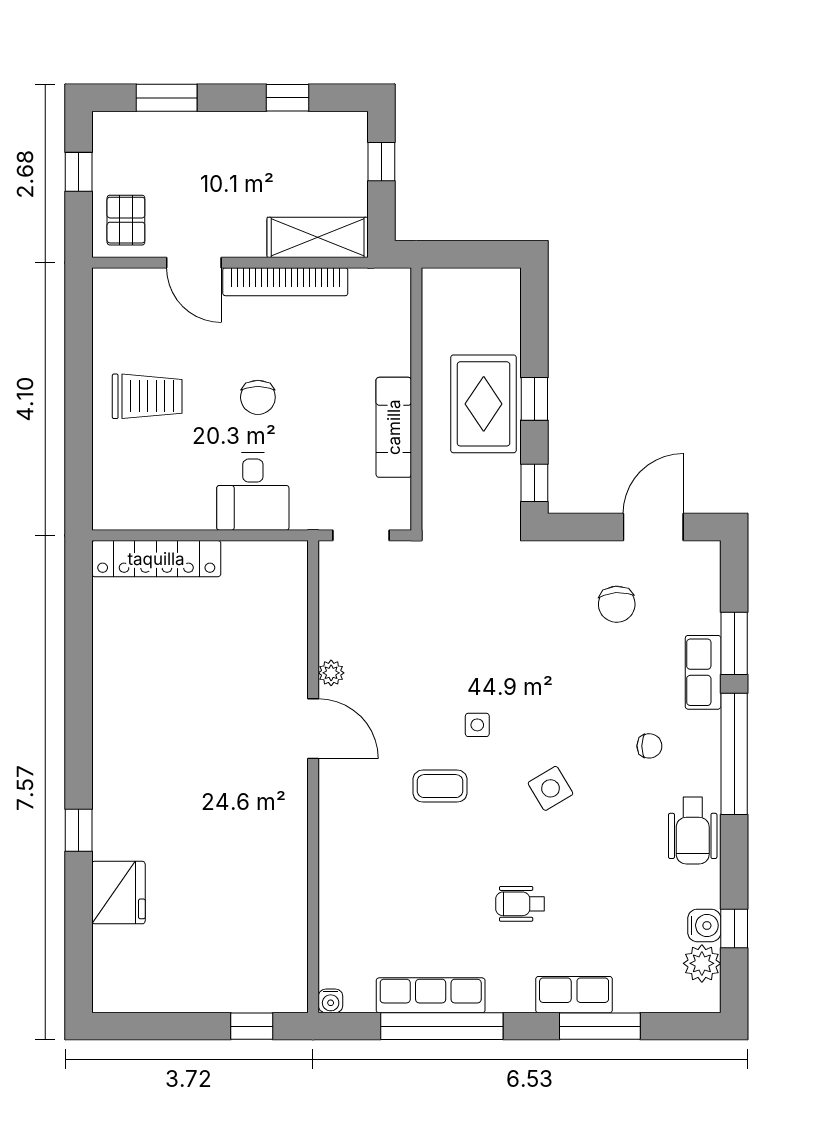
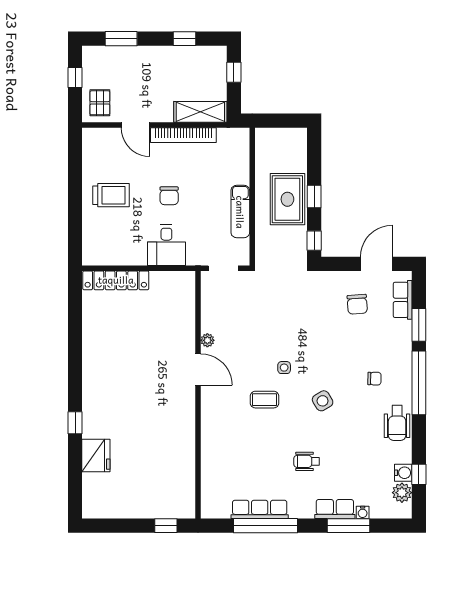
row of seats: (703, 672) -> (403, 300), moved
water cooler: (331, 1001) -> (363, 512), moved

